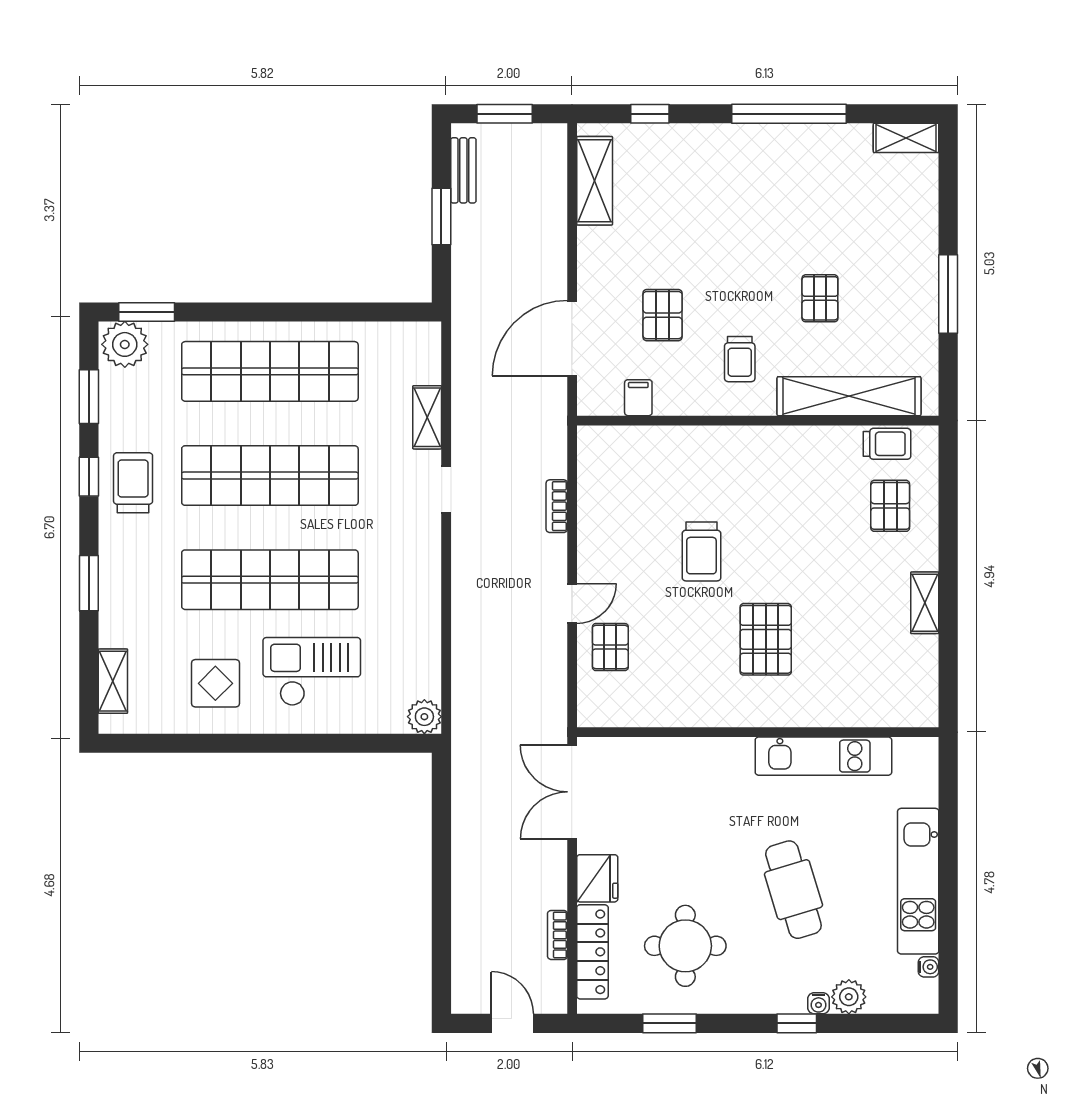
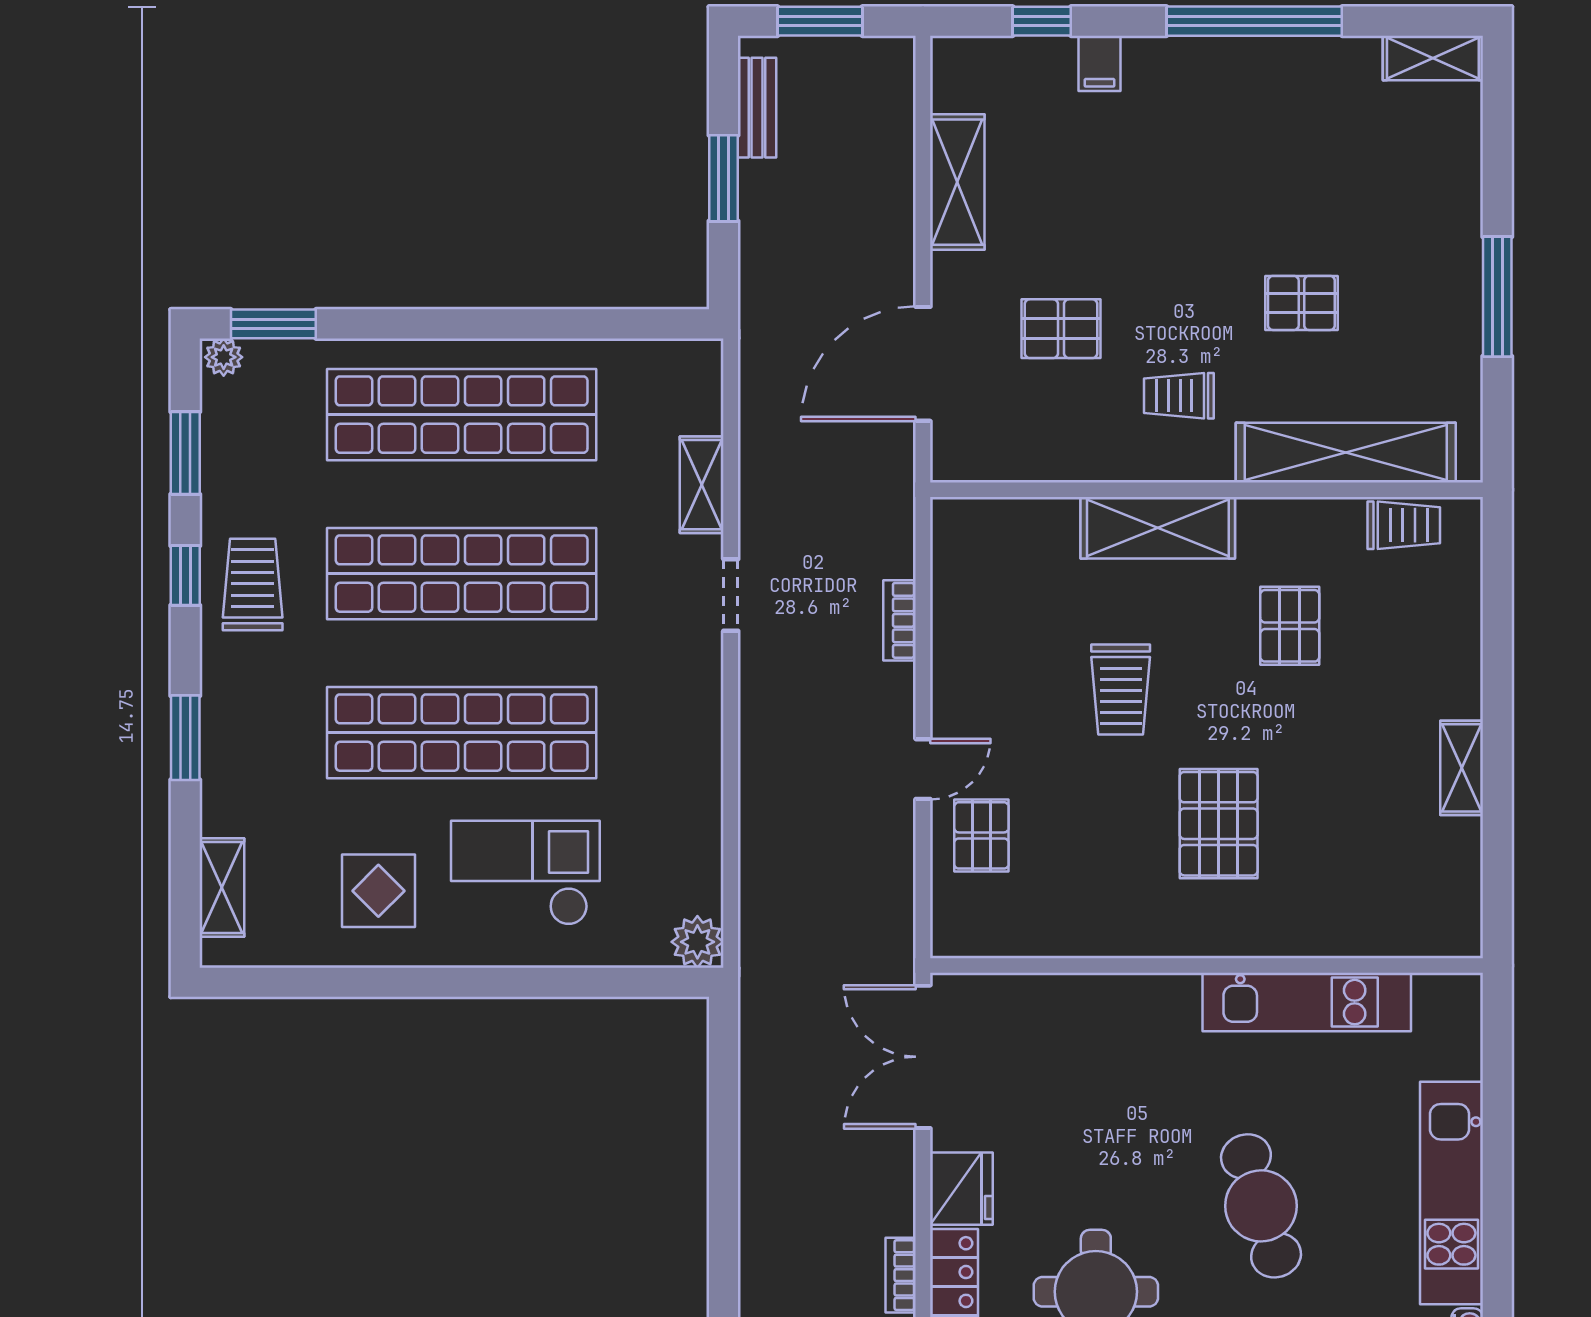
shelving: (595, 181) -> (957, 182), moved
pallet: (820, 298) -> (1301, 303), turned 90
pallet: (663, 315) -> (1061, 329), turned 90
plant: (125, 344) -> (224, 357), width x0.53, depth x0.53
trolley: (740, 359) -> (1179, 396), turned 90
filing cabinet: (638, 398) -> (1099, 63), moved, turned 180
shelving: (726, 446) -> (1158, 528), added
pallet: (890, 506) -> (1290, 626), moved

